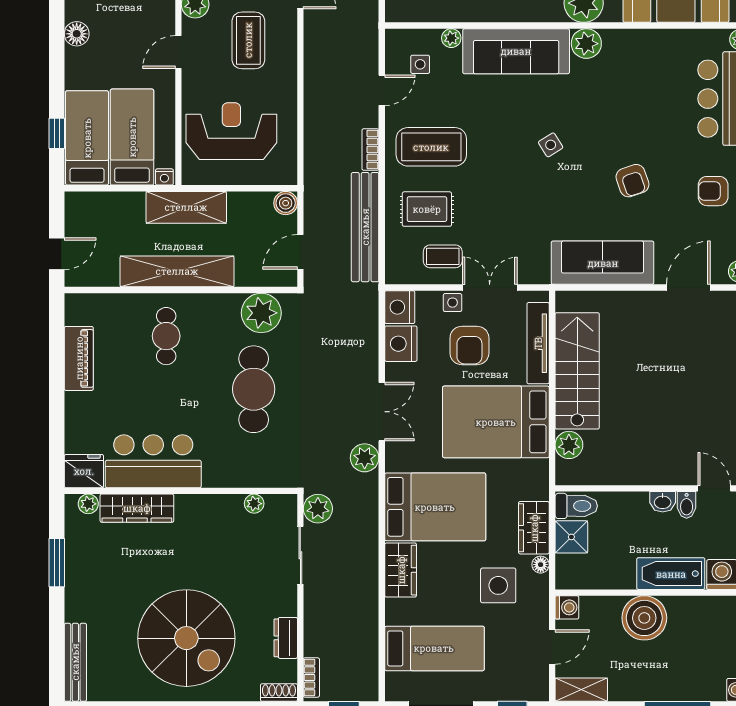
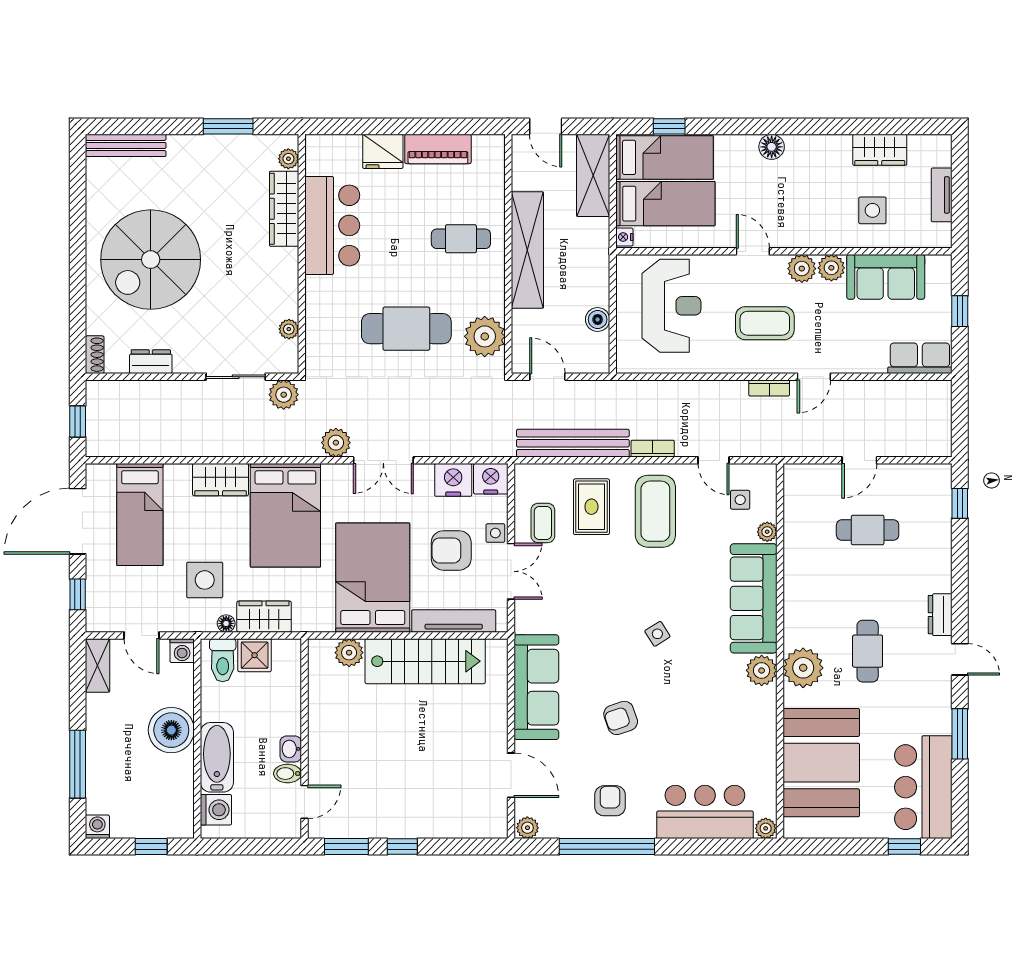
boiler: (286, 203) -> (598, 319), moved
shelving: (186, 207) -> (593, 175), moved
fridge: (84, 471) -> (383, 151), moved, turned 90
toilet: (576, 506) -> (223, 660), moved
bookcase: (311, 677) -> (769, 388), moved

